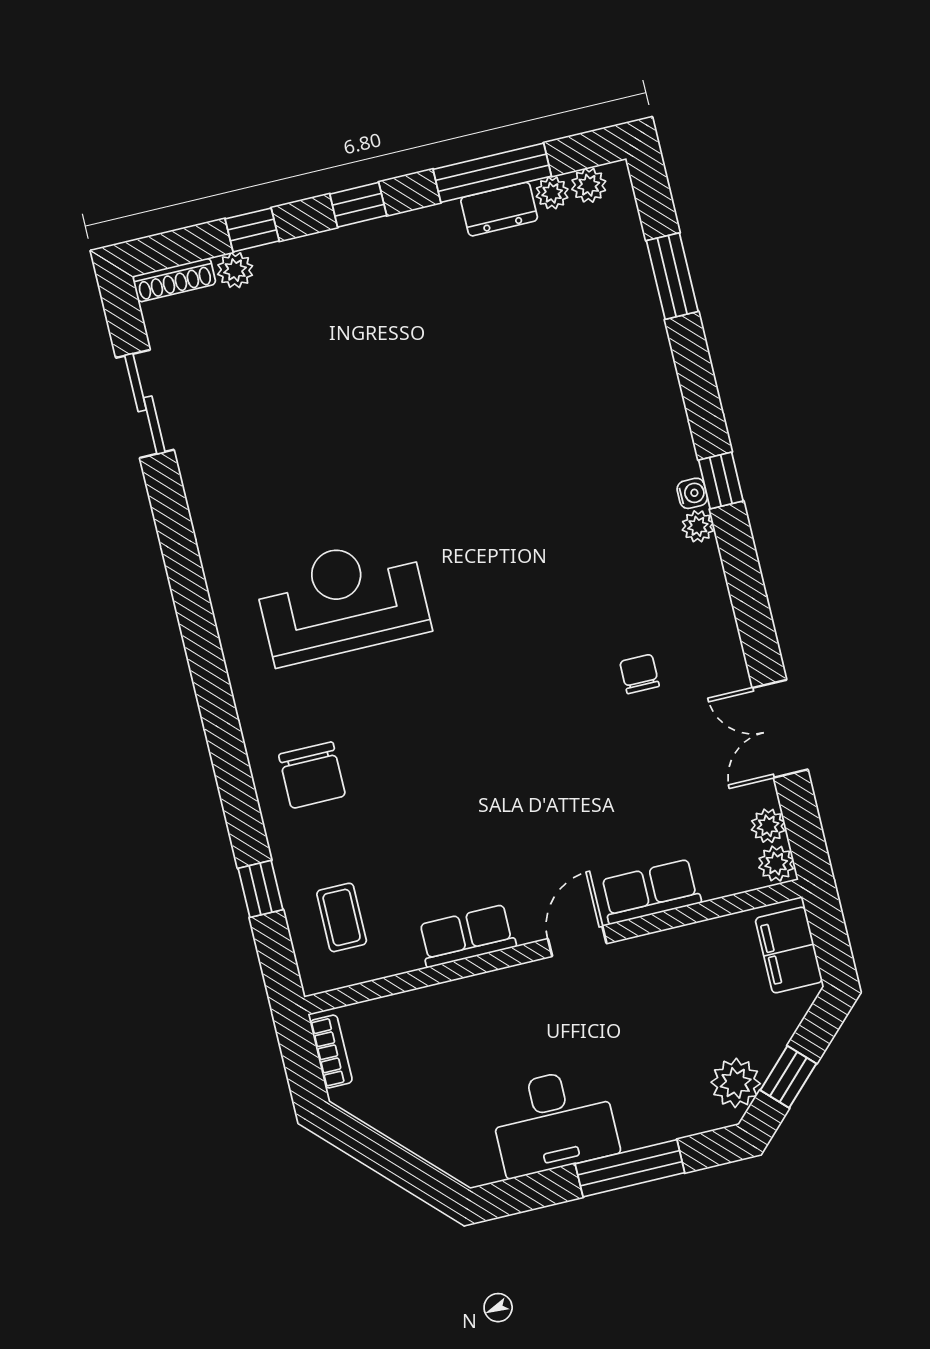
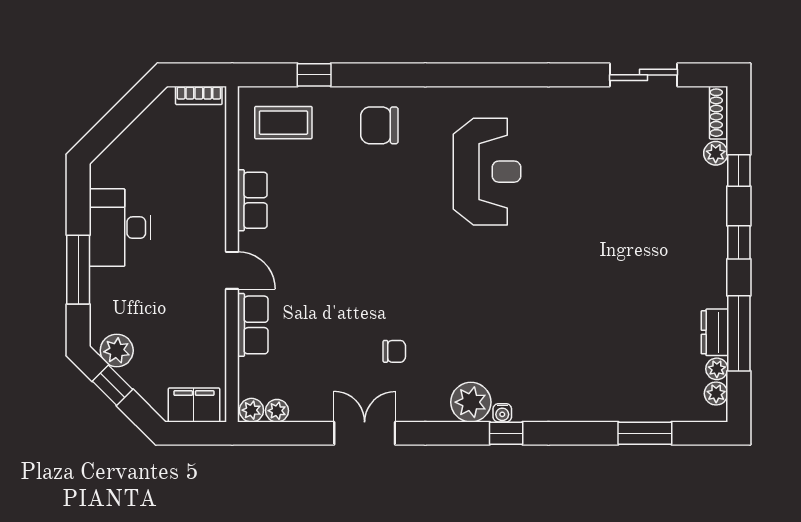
plant: (698, 526) -> (471, 402), width x1.88, depth x1.88
double door: (780, 729) -> (365, 433), moved
coffee table: (342, 917) -> (283, 123), width x1.36, depth x1.30

